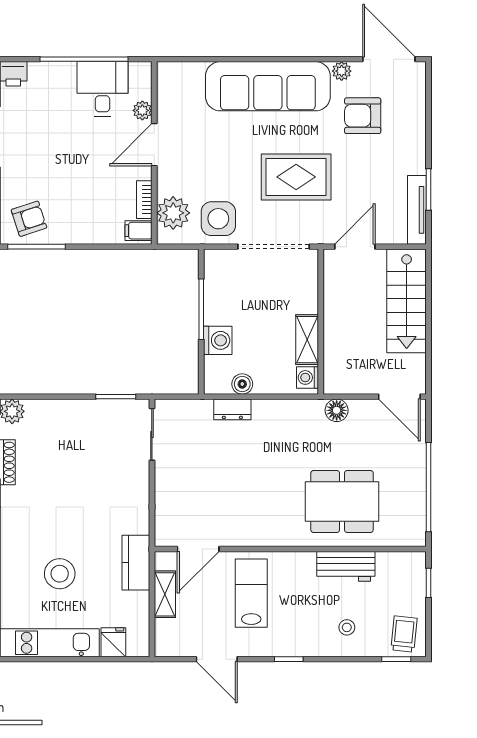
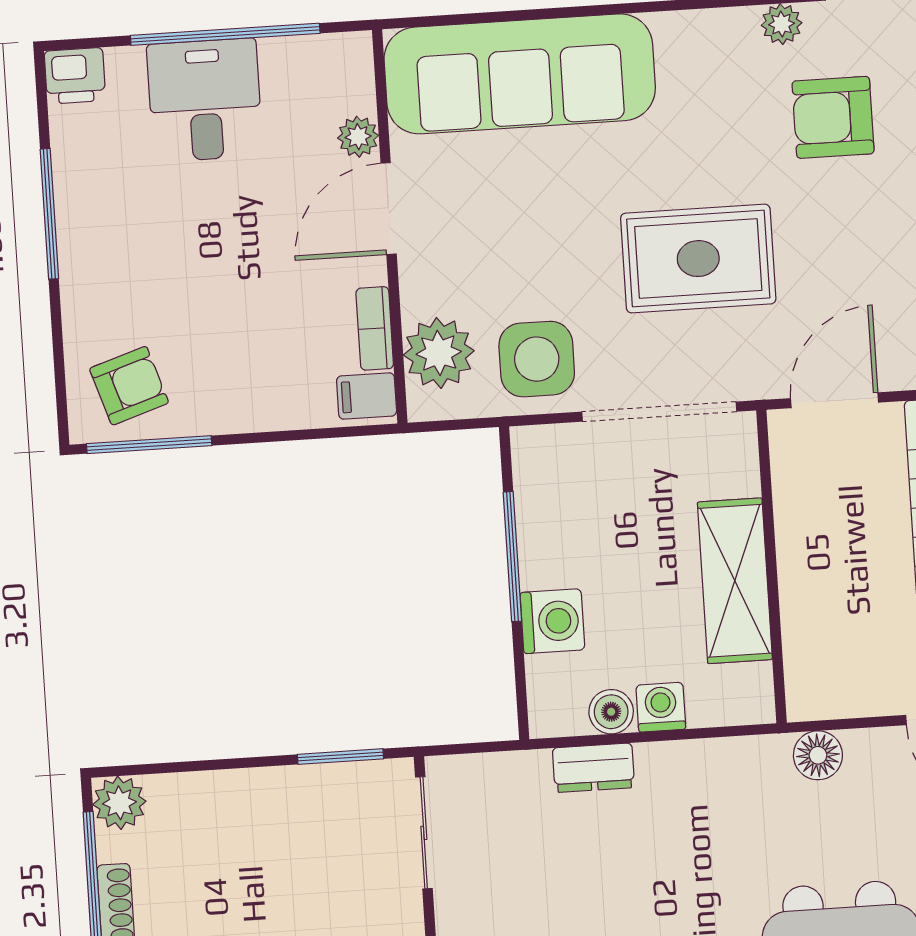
sofa: (268, 86) -> (520, 74), moved
desk: (103, 89) -> (205, 100), moved
shelving: (307, 340) -> (735, 581), width x1.50, depth x1.33
washing machine: (307, 377) -> (661, 707), moved, turned 90

